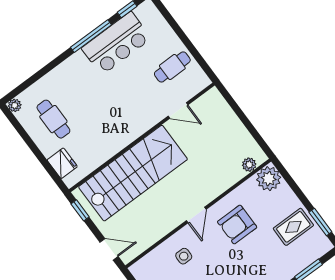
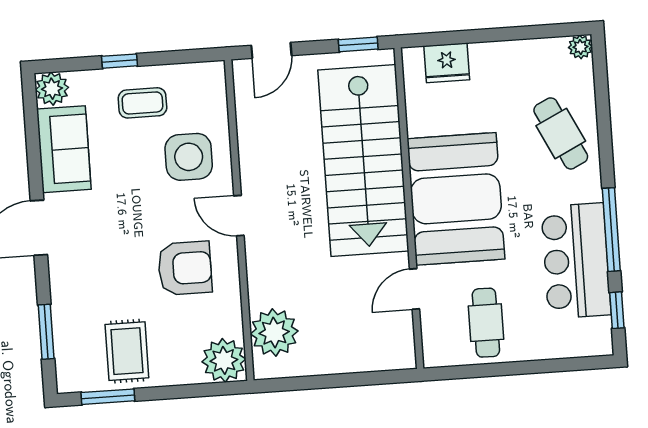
booth: (123, 118) -> (456, 199), added
cafe table: (53, 119) -> (561, 133), moved, turned 64
plant: (249, 165) -> (274, 332), width x1.87, depth x1.87
armchair: (237, 225) -> (185, 268), turned 90
side table: (184, 256) -> (189, 157), width x1.87, depth x1.87

